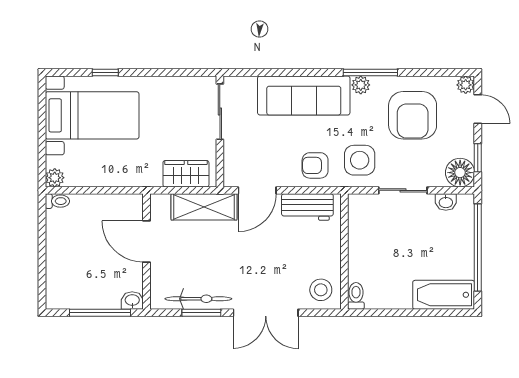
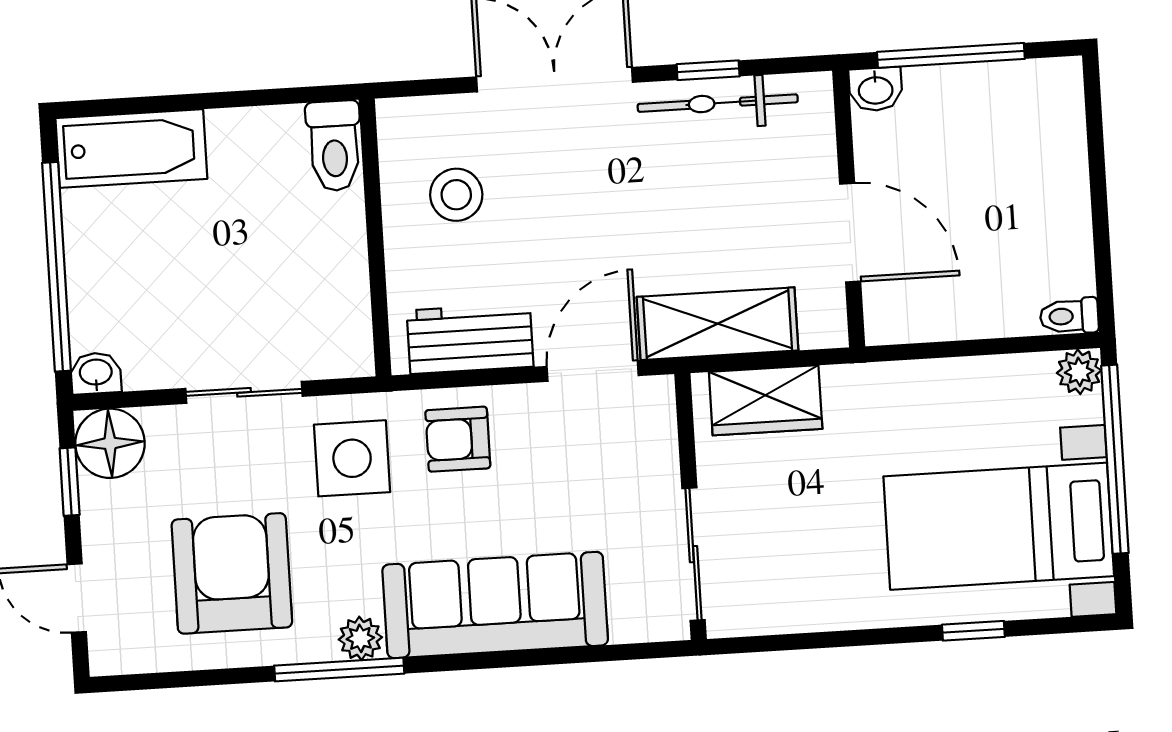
plant: (466, 85) -> (110, 654), removed
window: (42, 140) -> (1115, 459), added
armchair: (315, 165) -> (458, 439), turned 180
washbasin: (446, 202) -> (96, 373), moved
stool: (321, 290) -> (456, 195), moved
toilet: (356, 296) -> (334, 146), width x1.37, depth x1.39
window: (201, 313) -> (708, 70), width x0.67

